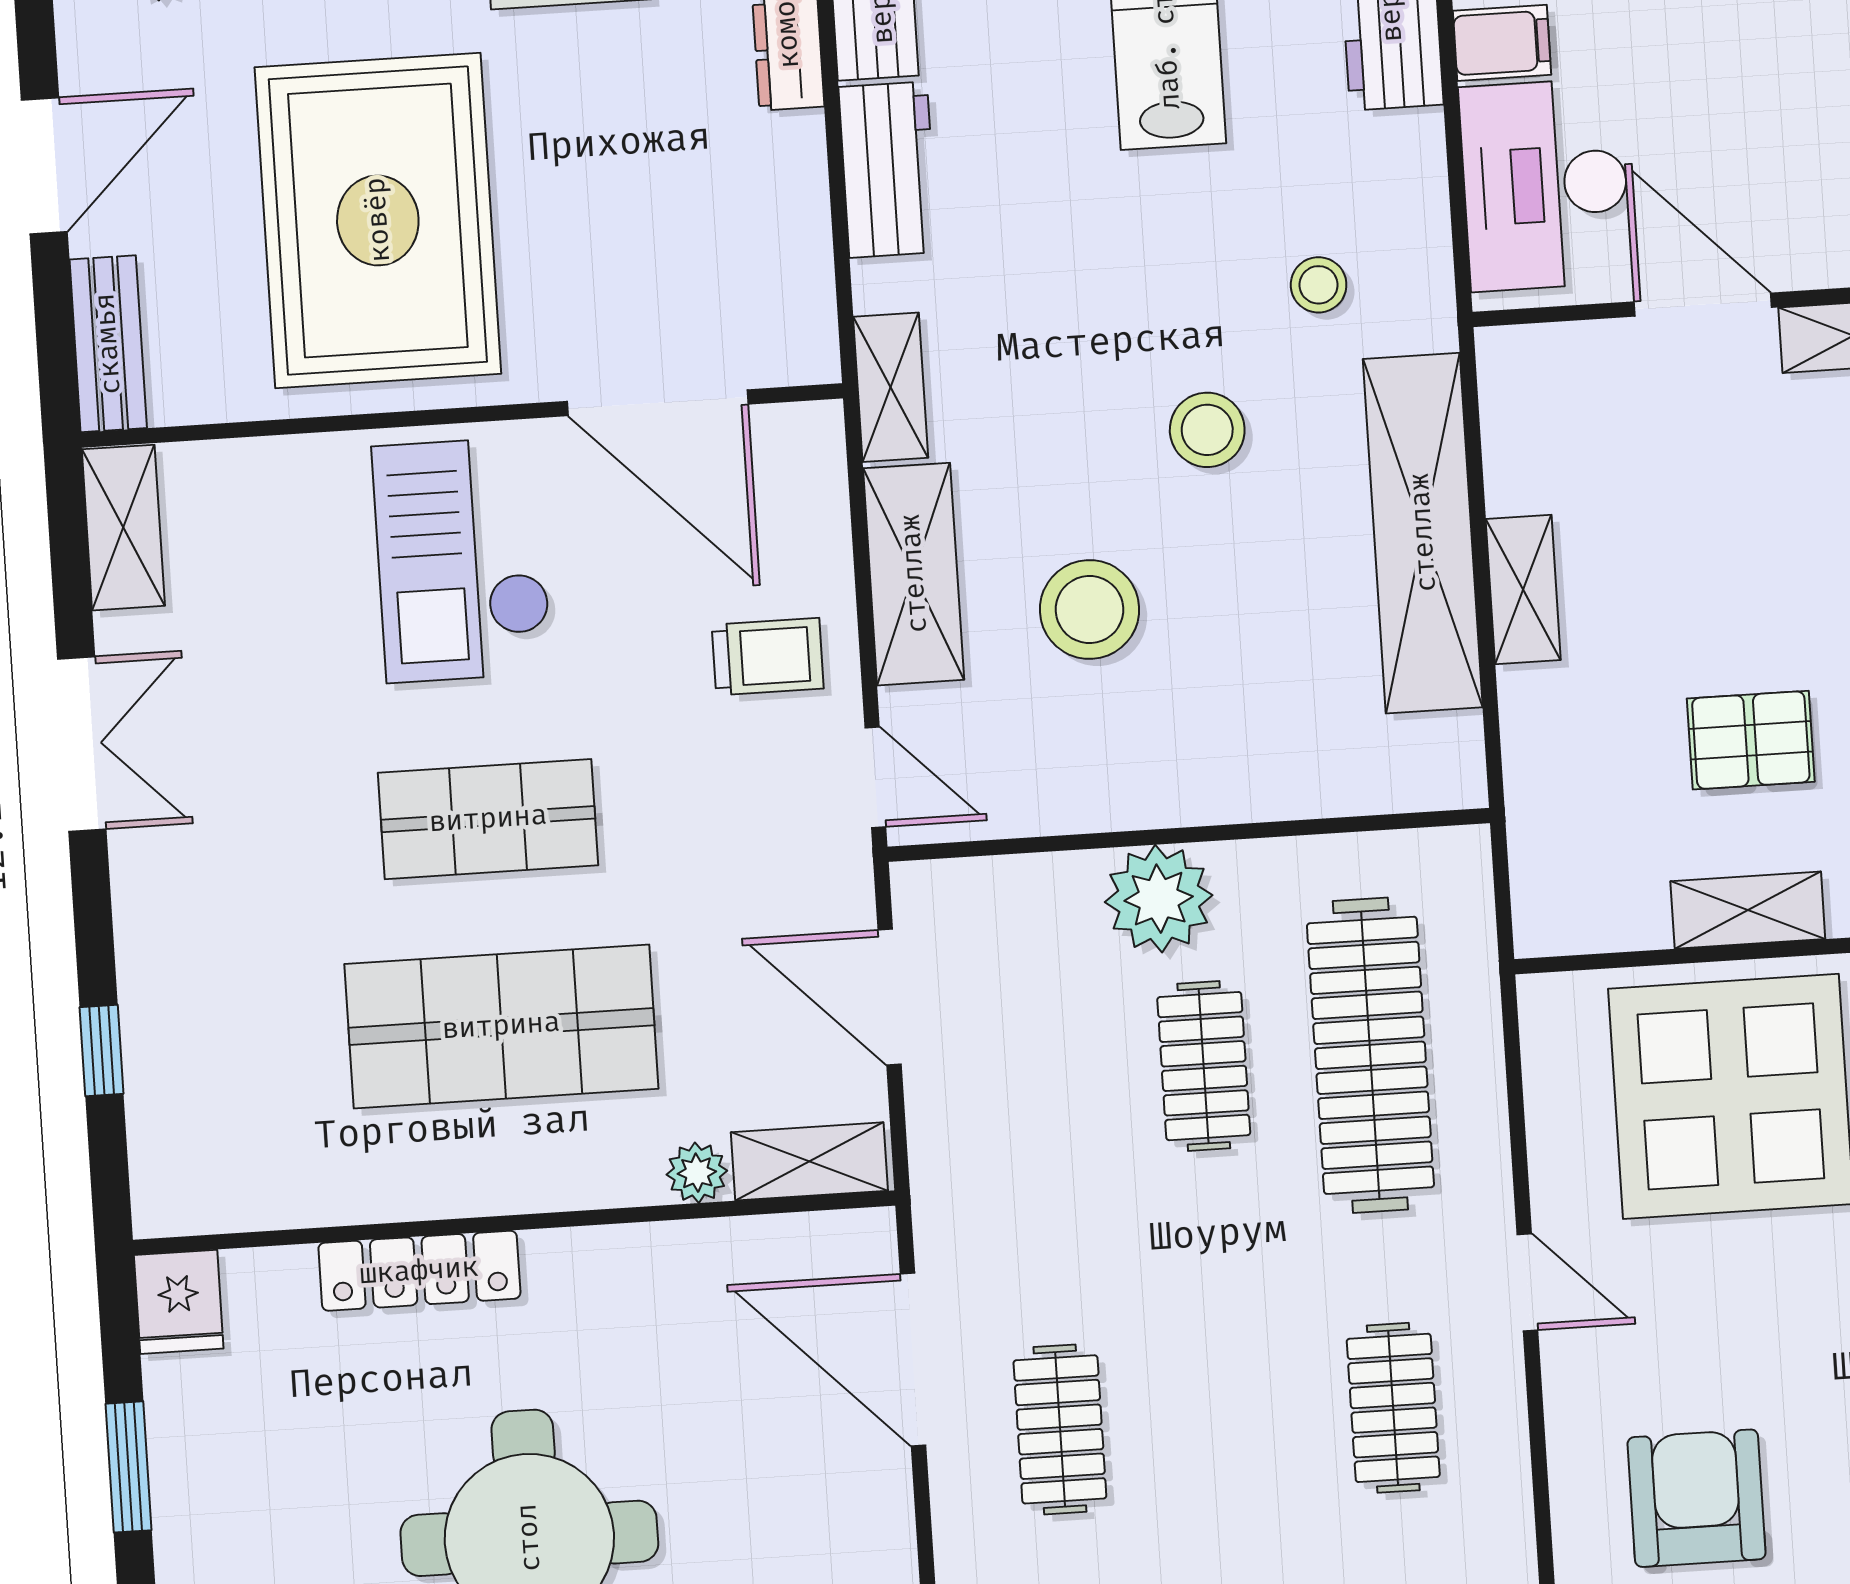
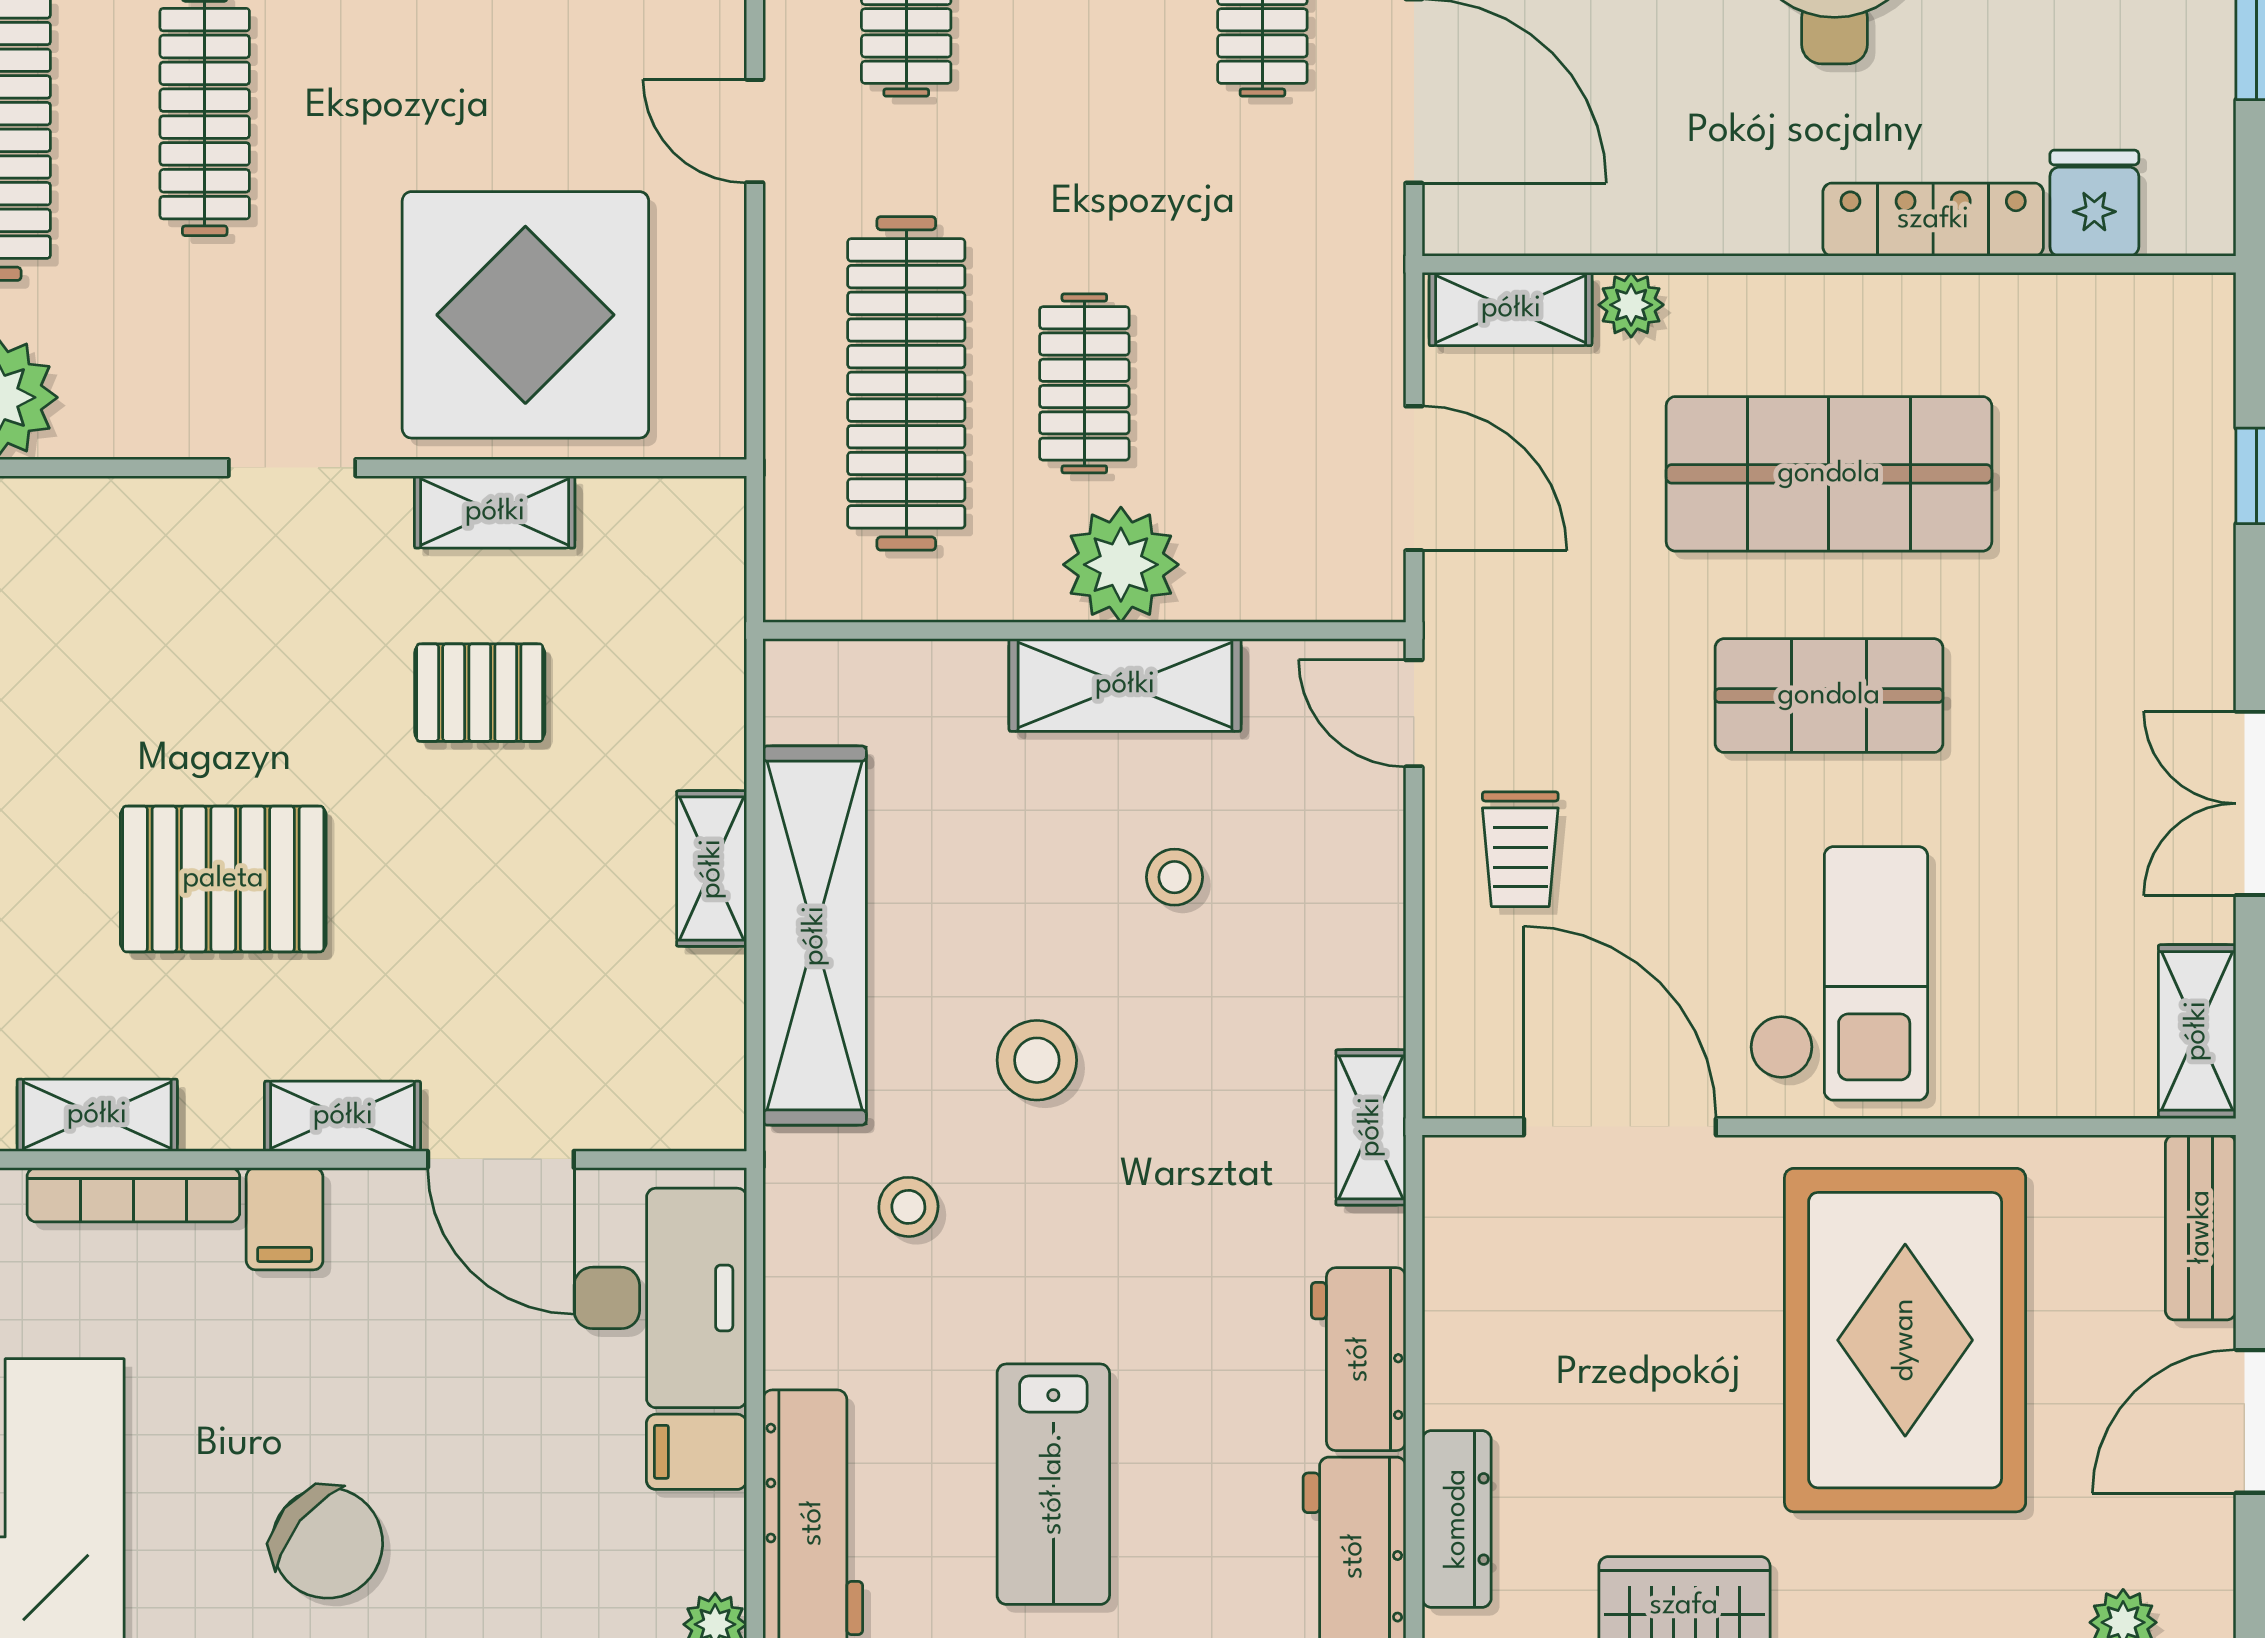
shelving: (914, 574) -> (1125, 685), moved, turned 90
stool: (1089, 610) -> (1175, 877), width x0.53, depth x0.53
trolley: (768, 657) -> (1520, 849), turned -90
fridge: (179, 1302) -> (2094, 203), moved

